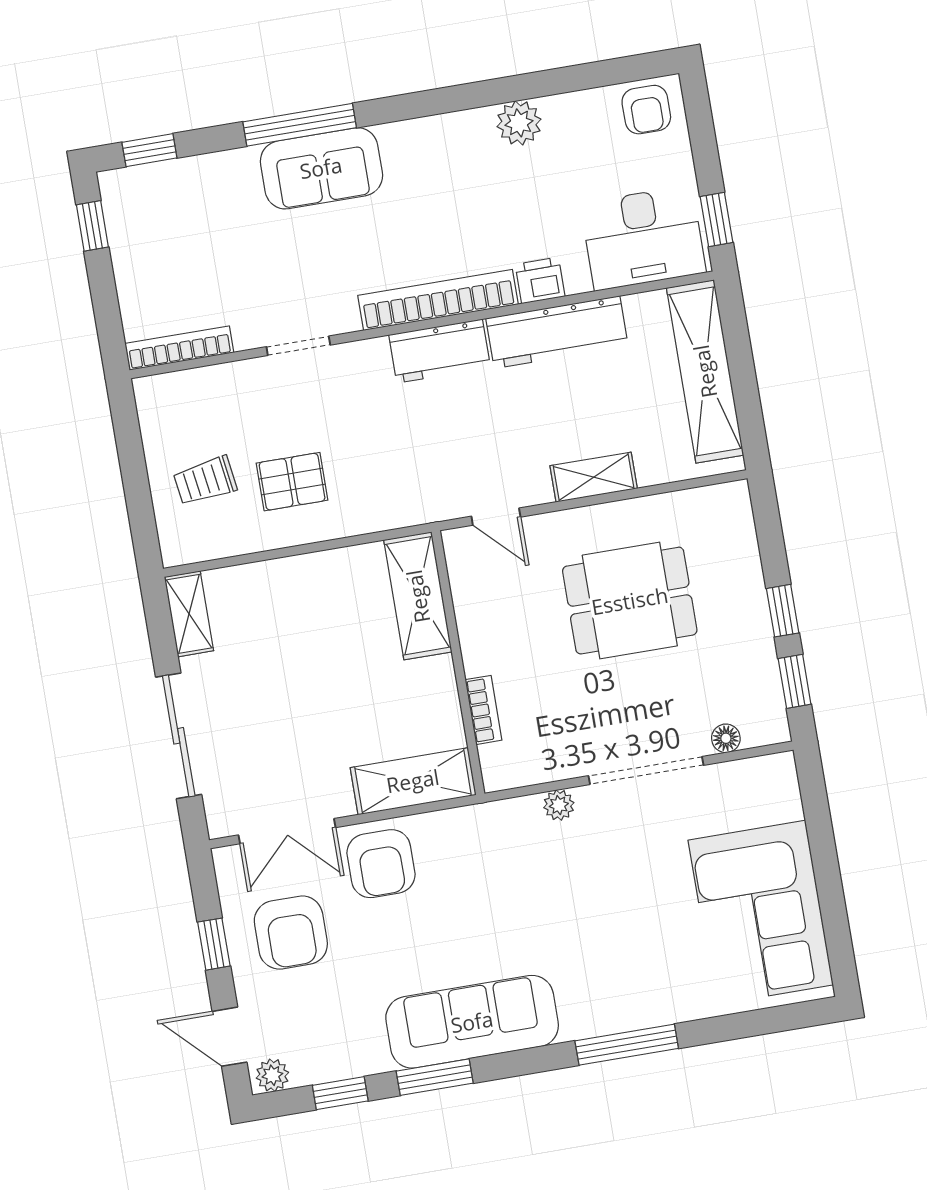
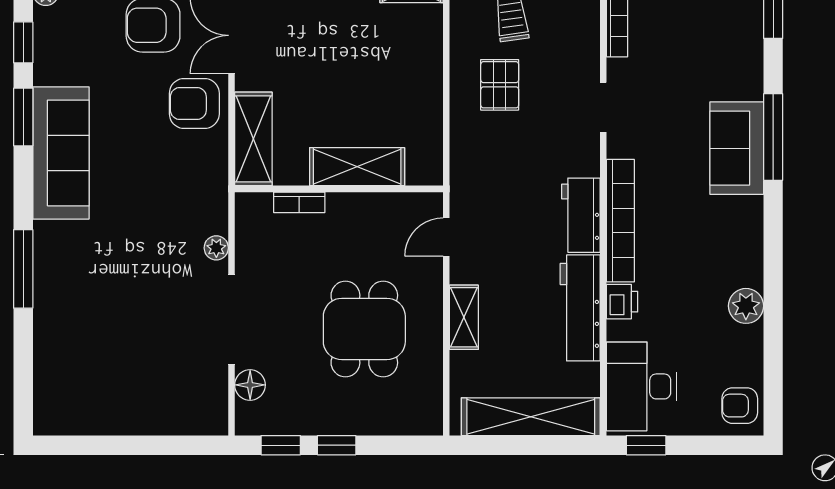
shelving: (418, 596) -> (357, 167), moved
floor lamp: (726, 738) -> (250, 385), width x1.37, depth x1.37
corner sofa: (761, 912) -> (107, 389), removed

